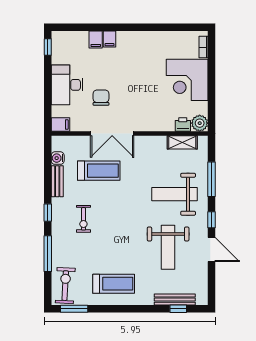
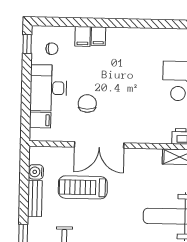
chair: (69, 51) -> (52, 49), added
filing cabinet: (60, 125) -> (40, 120), moved
treadmill: (99, 171) -> (83, 187), turned 180

